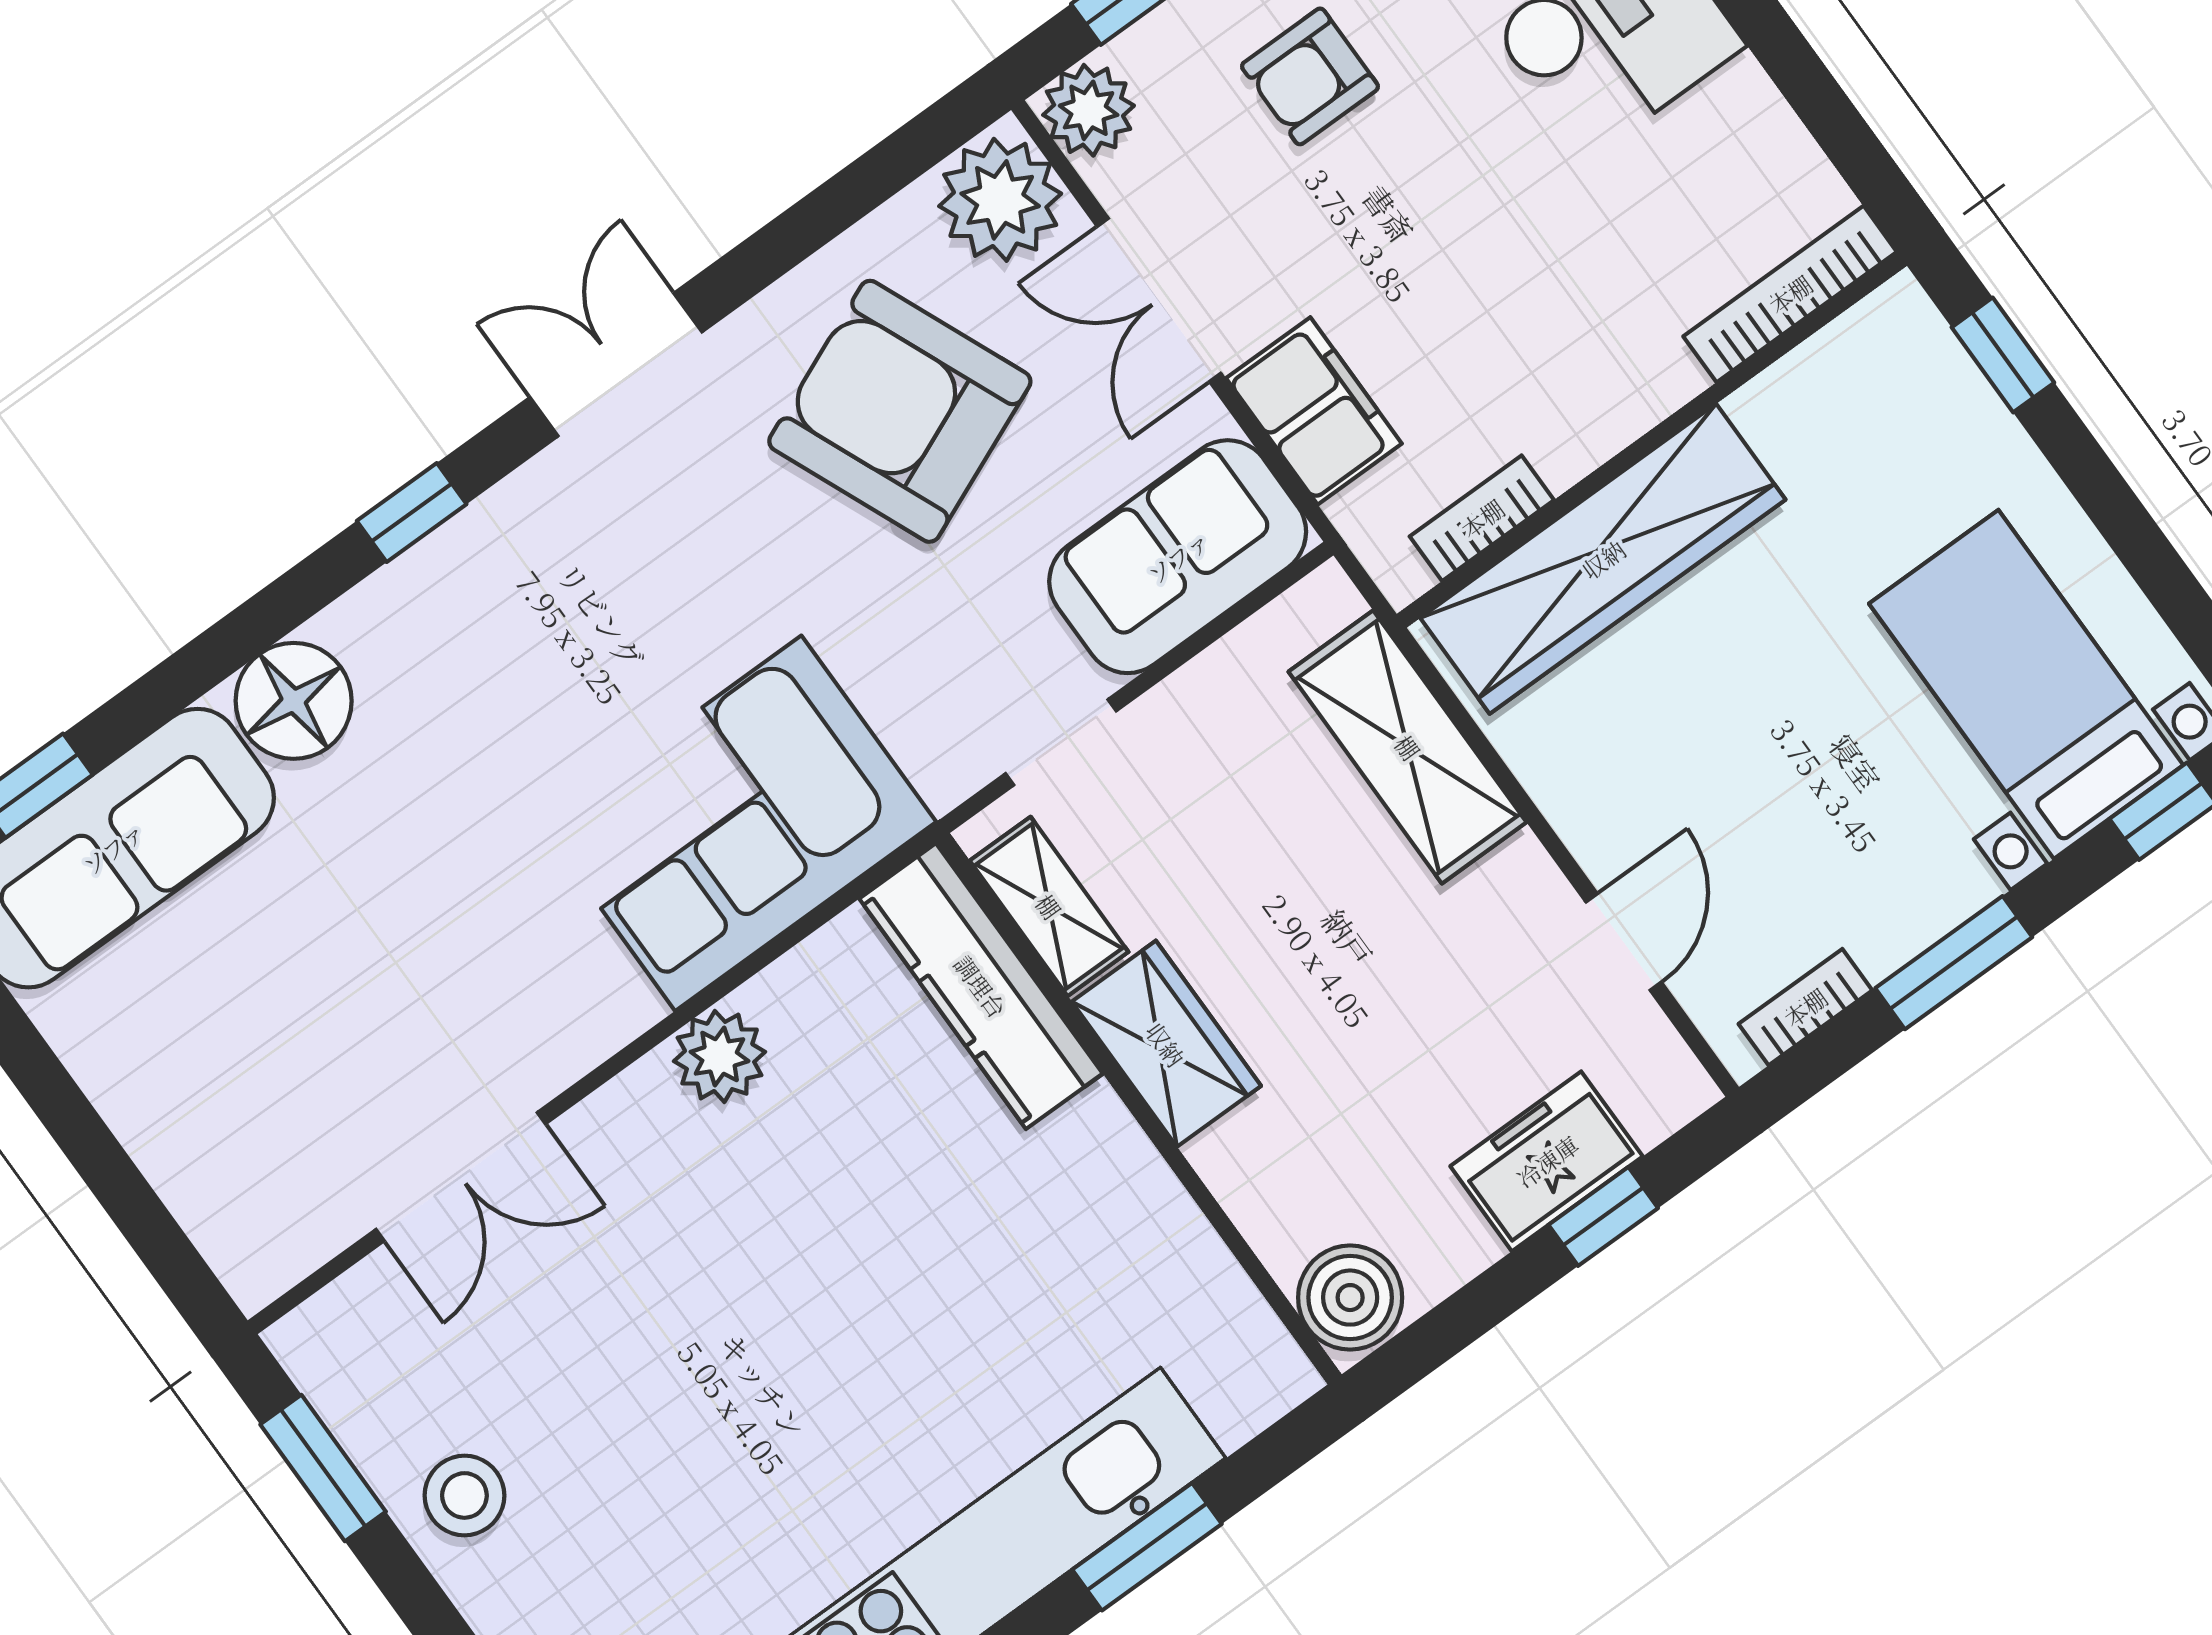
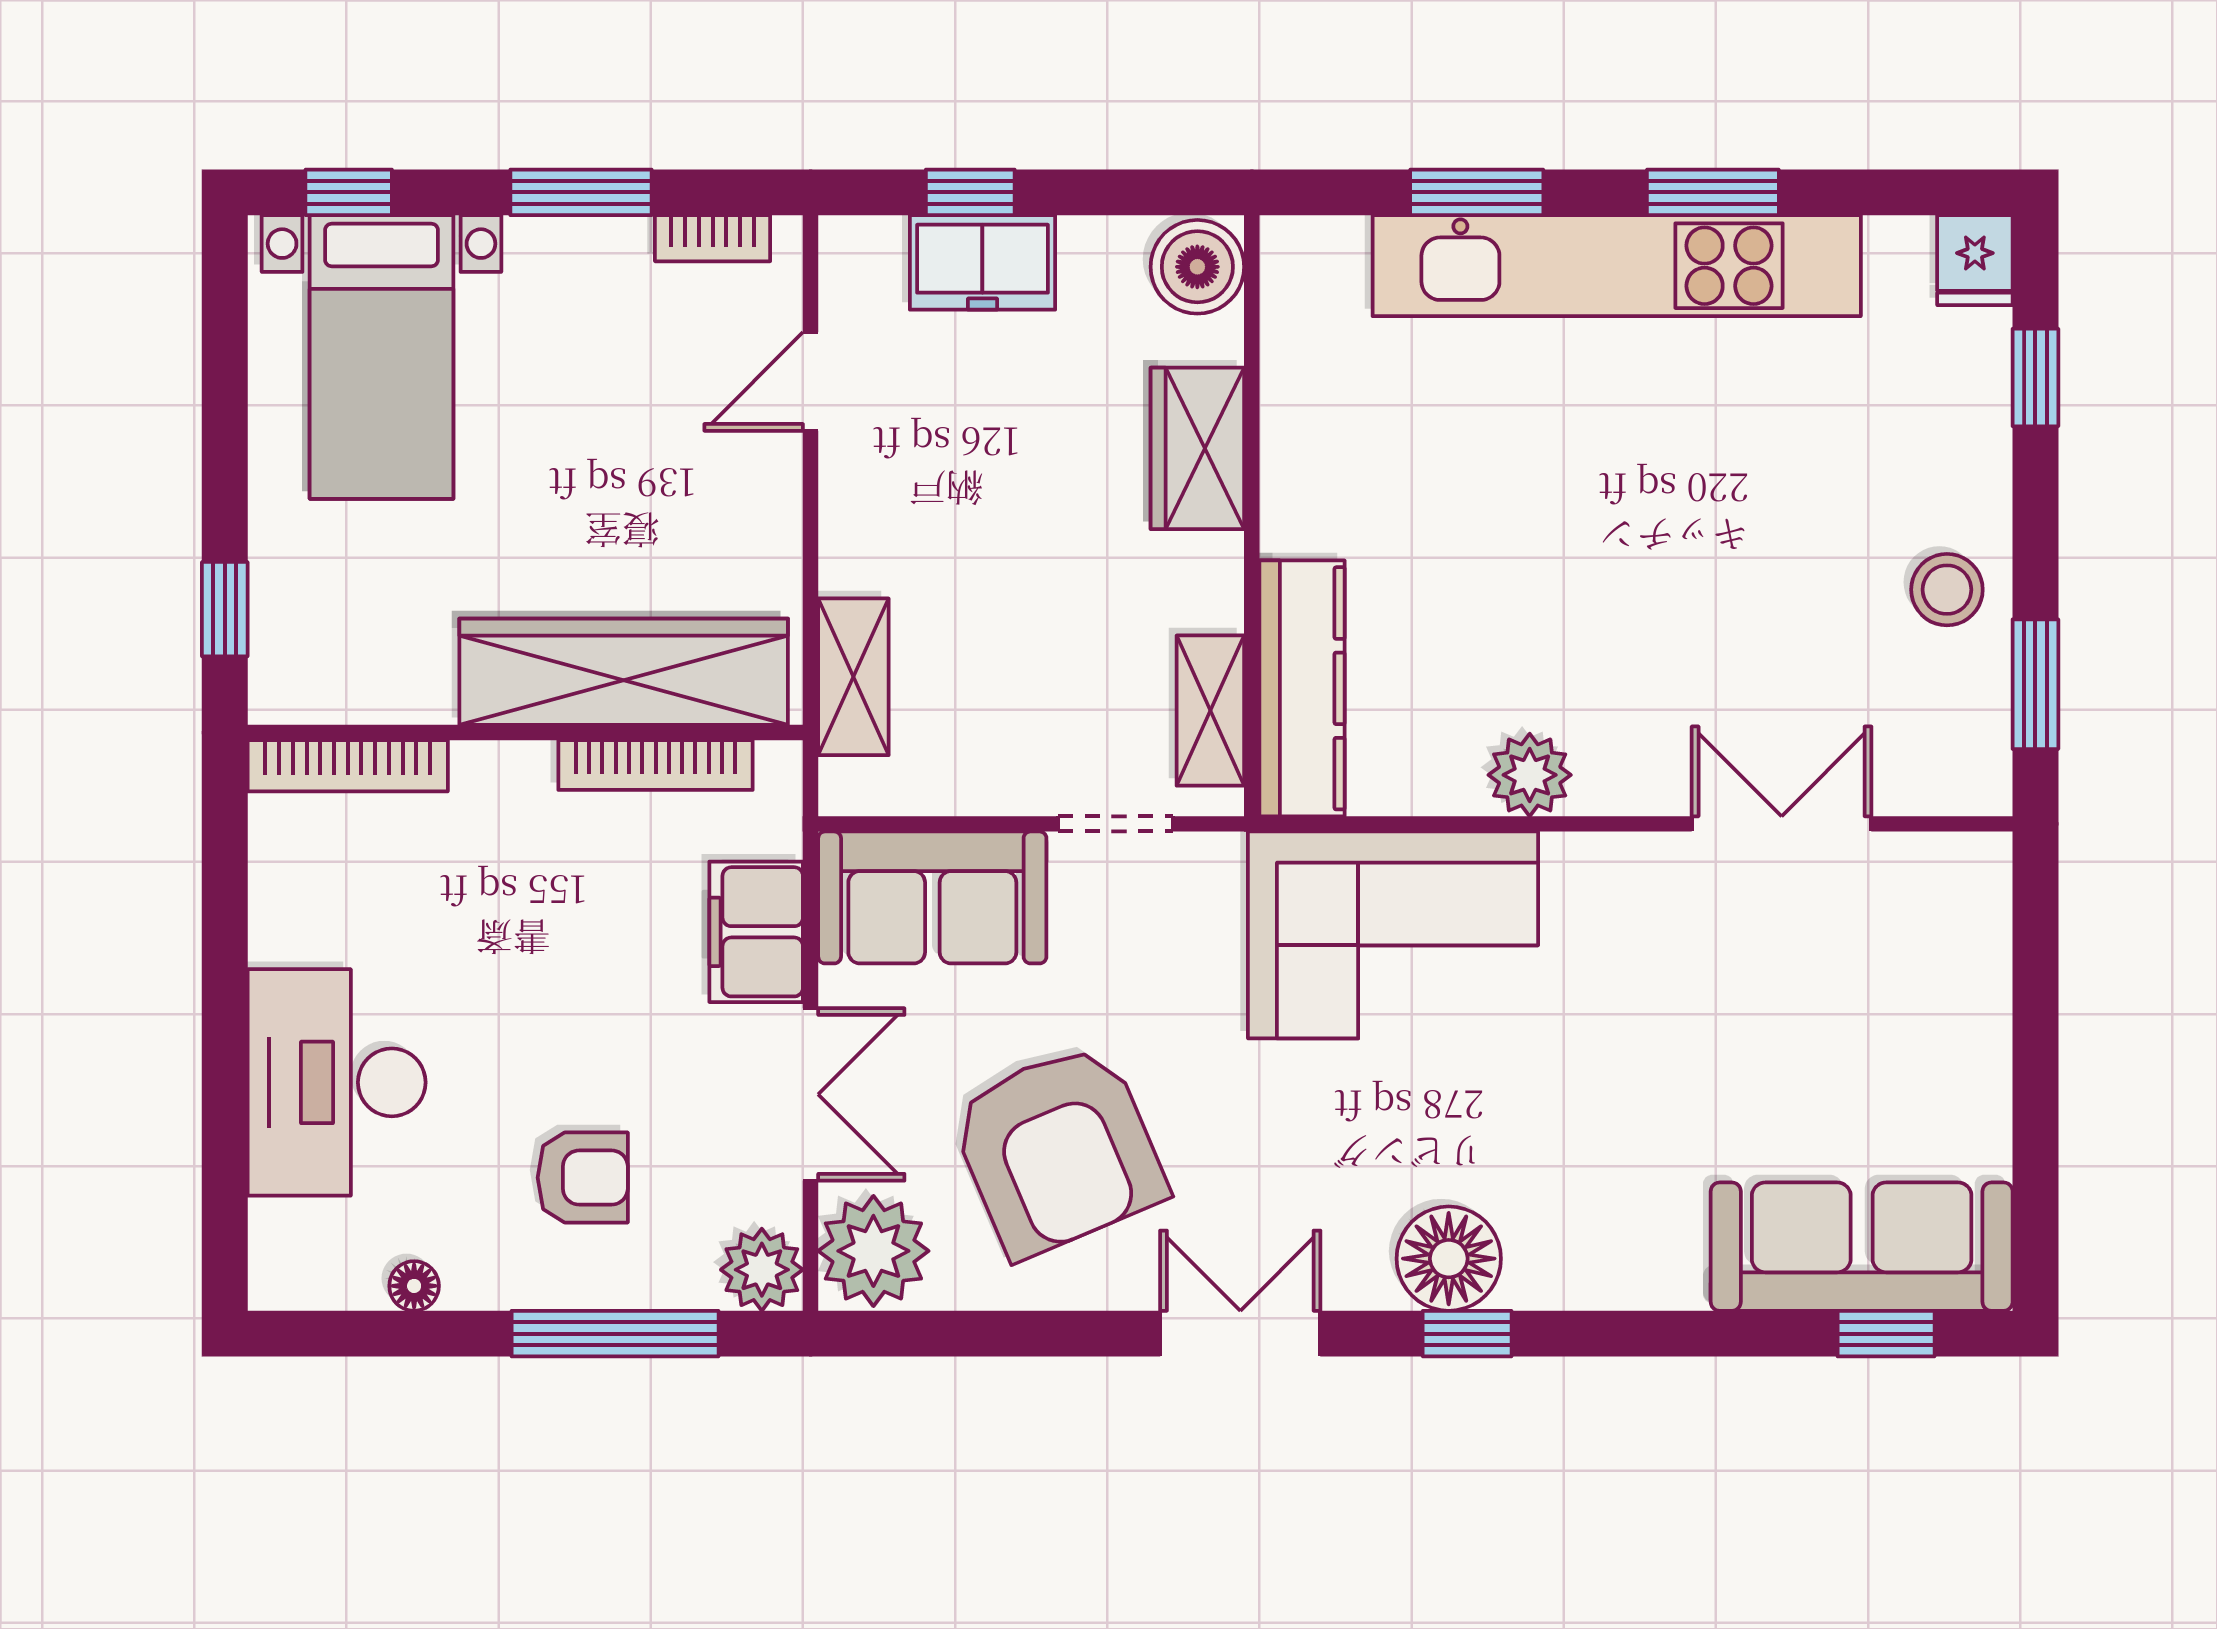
double door: (616, 365) -> (1240, 1334), swing flipped
bookcase: (1482, 518) -> (656, 765), width x1.56
floor lamp: (294, 701) -> (1449, 1259), moved
shelving: (1408, 747) -> (853, 677), width x0.67, depth x0.75
wardrobe: (1166, 1044) -> (1197, 448), moved

